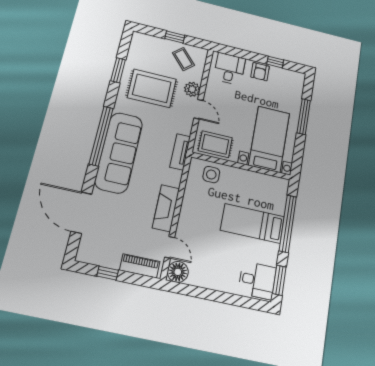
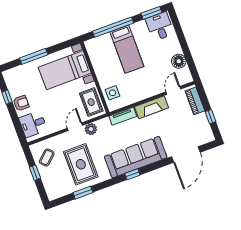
plant: (192, 89) -> (91, 129), moved
window: (101, 136) -> (132, 174), width x0.32
tv unit: (180, 152) -> (123, 116), moved
floor lamp: (178, 272) -> (179, 61), moved

